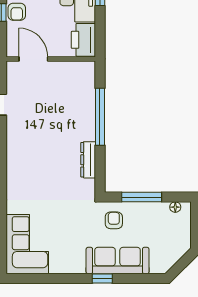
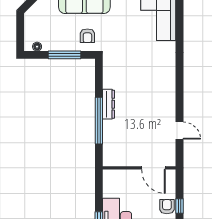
printer: (83, 40) -> (112, 184), removed
dresser: (88, 160) -> (108, 104), moved

